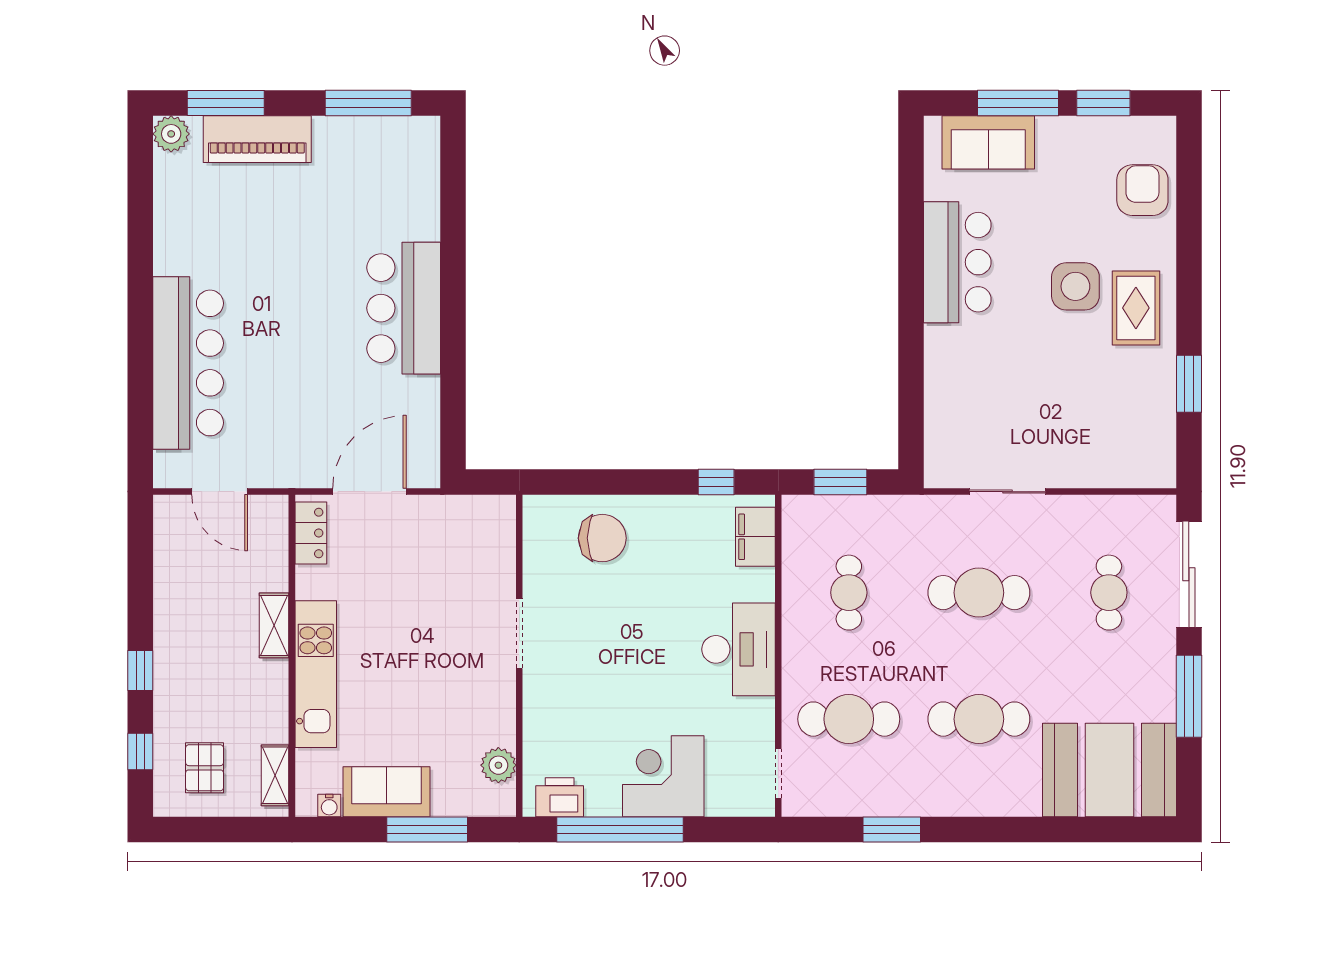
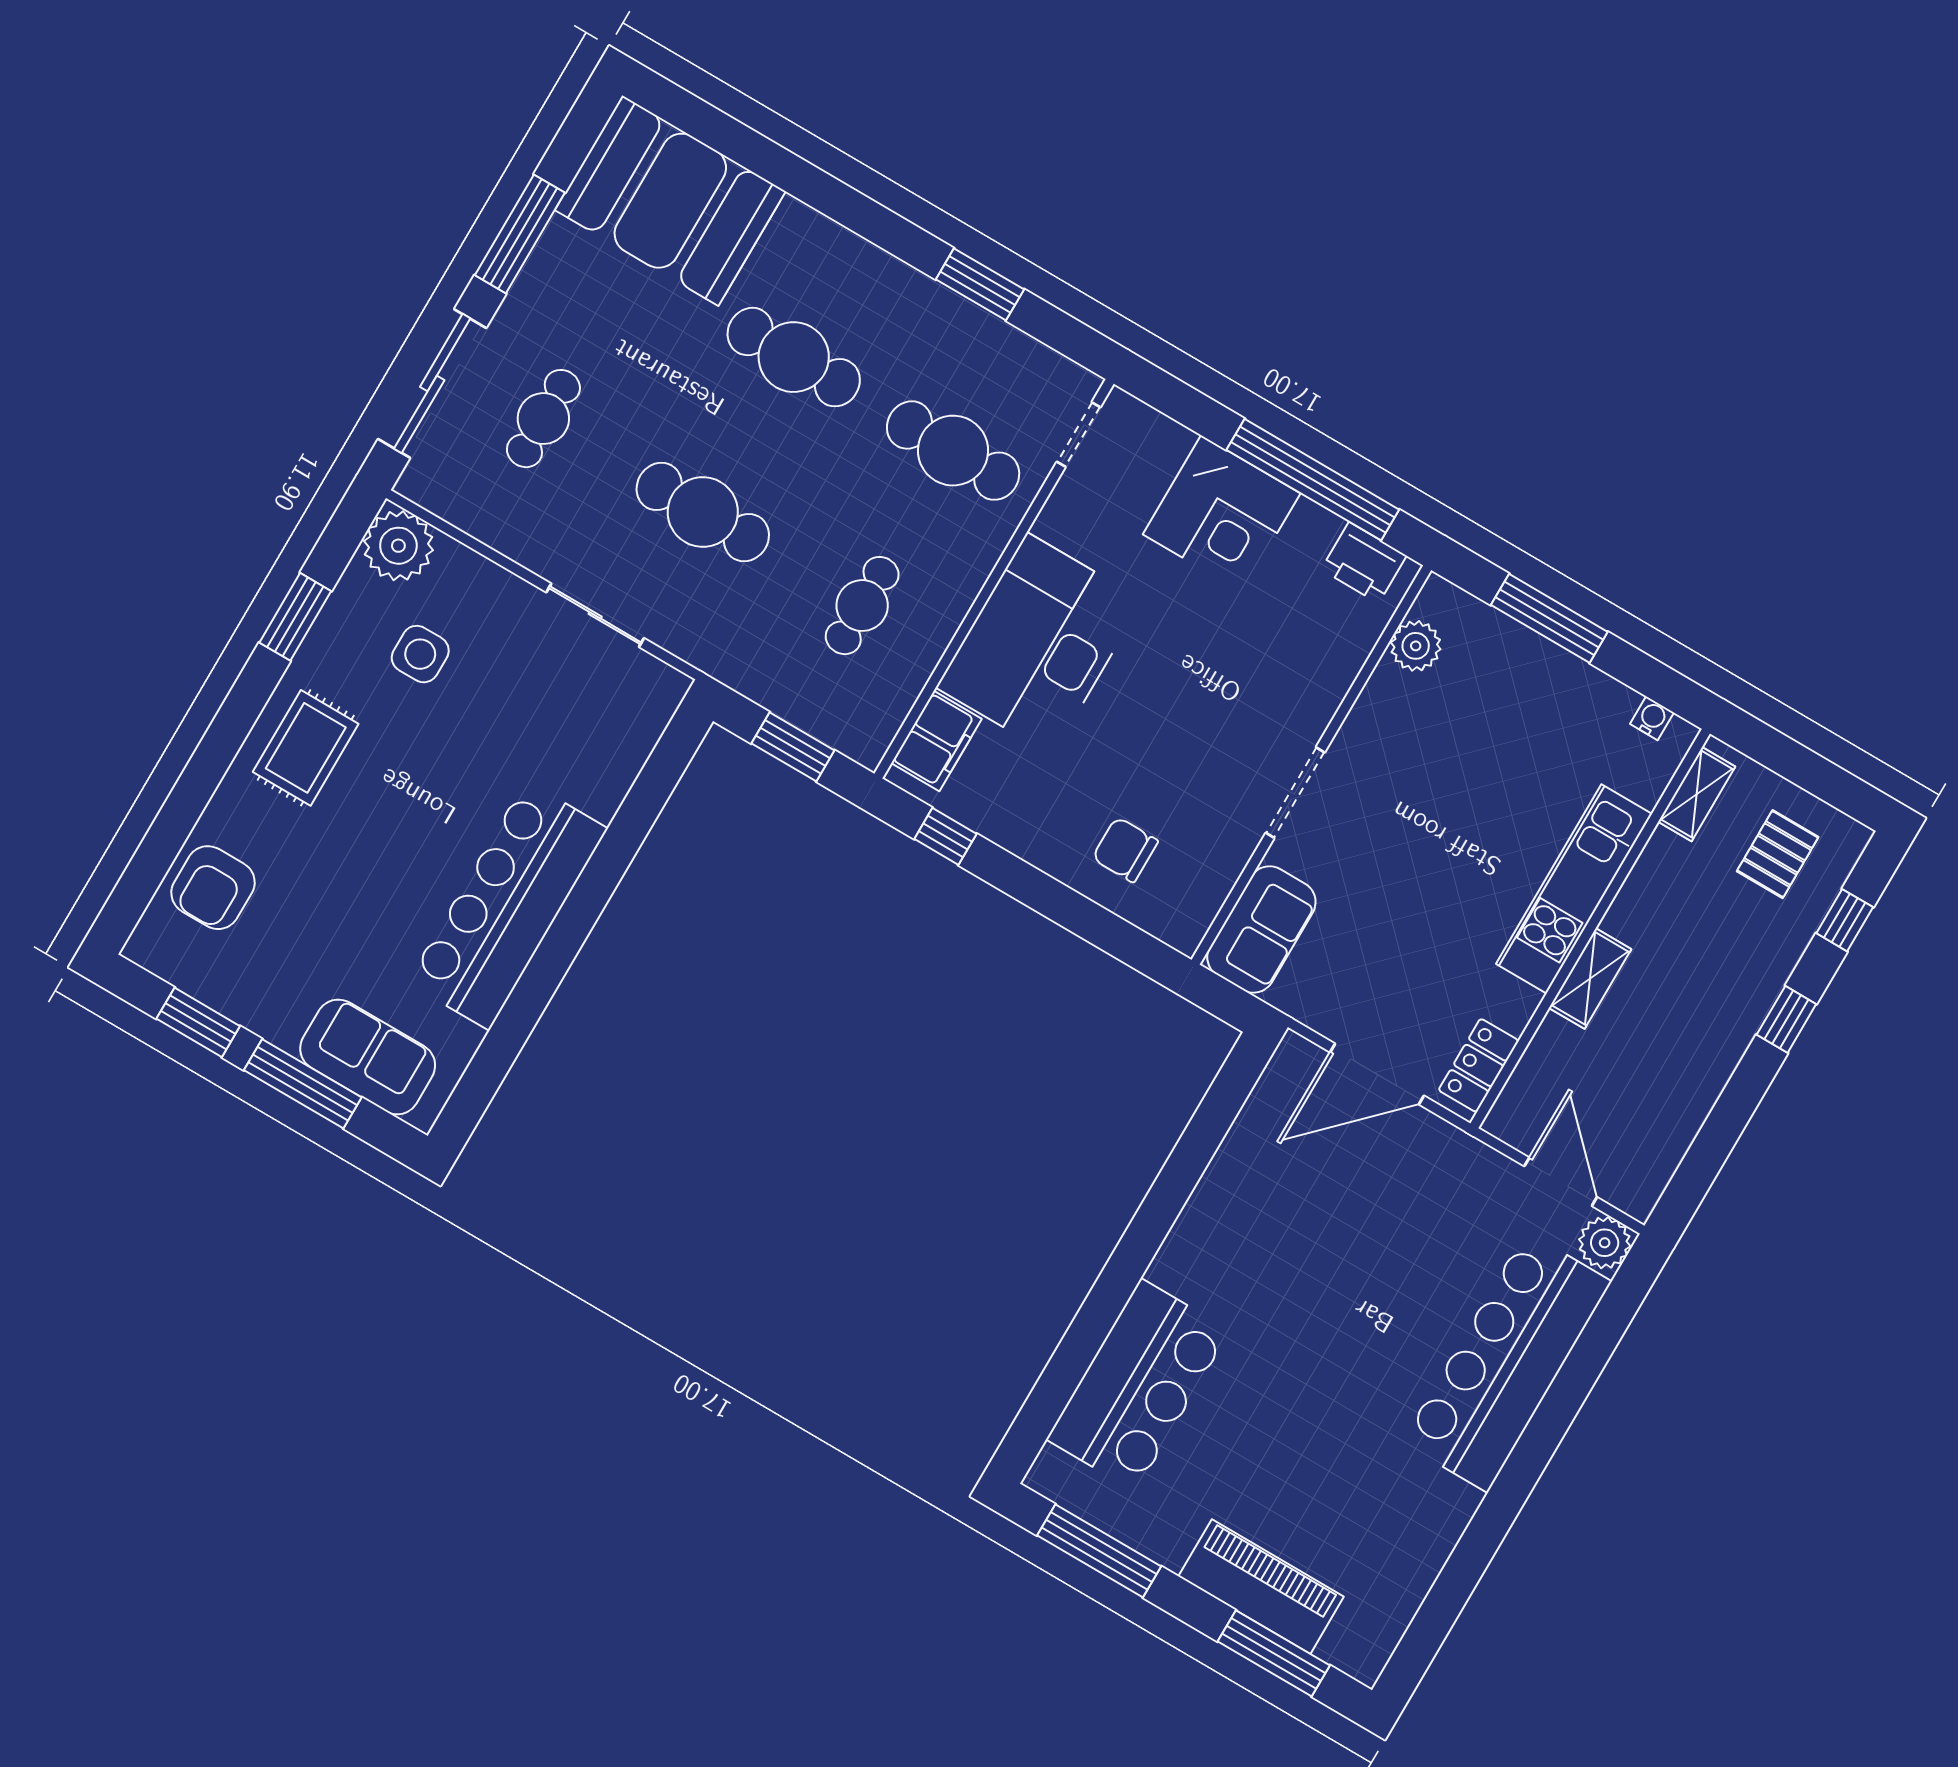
plant: (171, 134) -> (1605, 1243), moved
bar counter: (957, 262) -> (508, 905), width x1.36
side table: (1075, 286) -> (420, 654), moved, width x0.73, depth x0.73
bar counter: (404, 308) -> (1138, 1385), moved
plant: (1152, 464) -> (398, 546), added
chair: (602, 538) -> (1125, 850), width x0.73, depth x0.73
desk: (739, 649) -> (1039, 644), width x1.36, depth x1.30
sofa: (387, 792) -> (1261, 929), moved, turned -90

